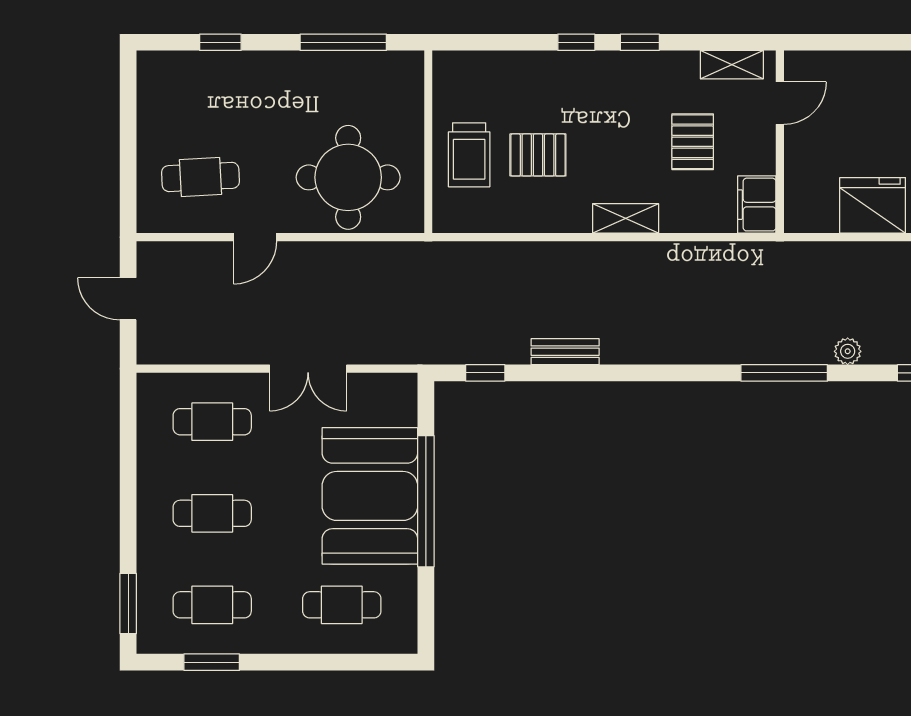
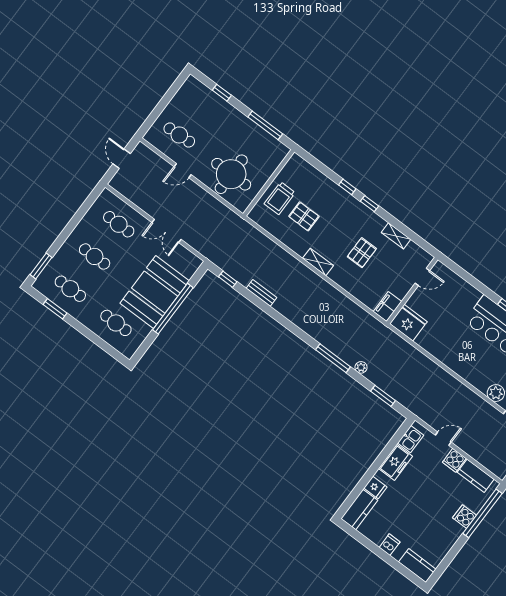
door: (780, 103) -> (422, 277), moved
wall: (780, 142) -> (412, 291), moved
filing cabinet: (757, 205) -> (388, 307), moved

